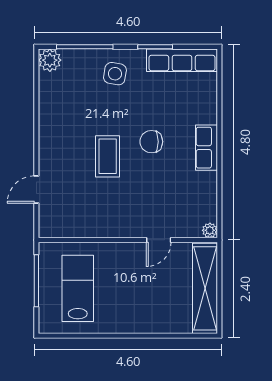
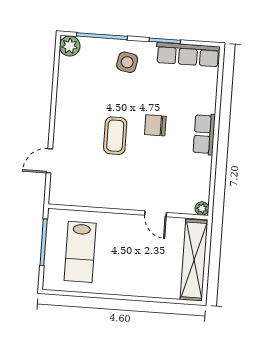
door: (159, 240) -> (156, 214), hinge flipped
lab bench: (78, 288) -> (80, 252), turned 180

